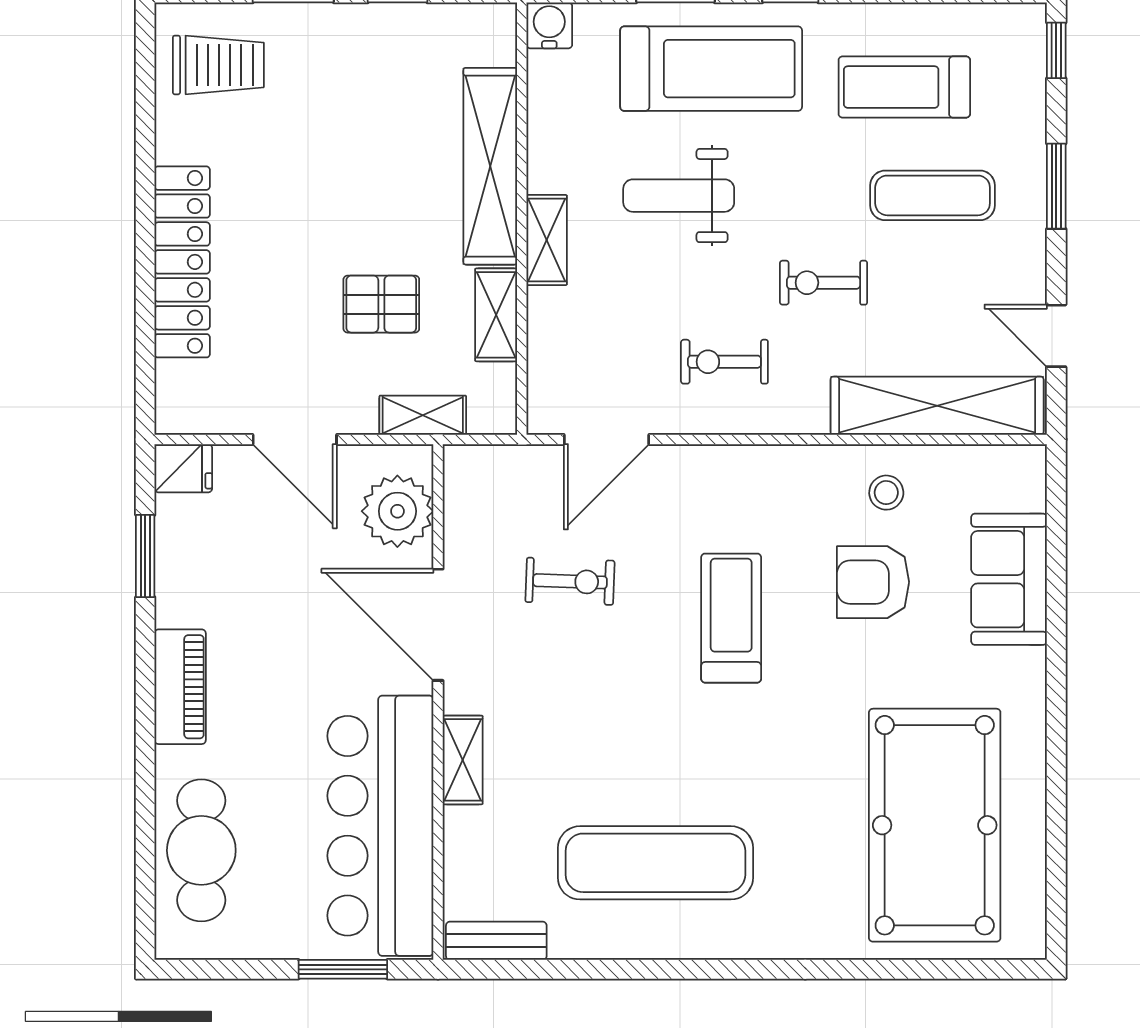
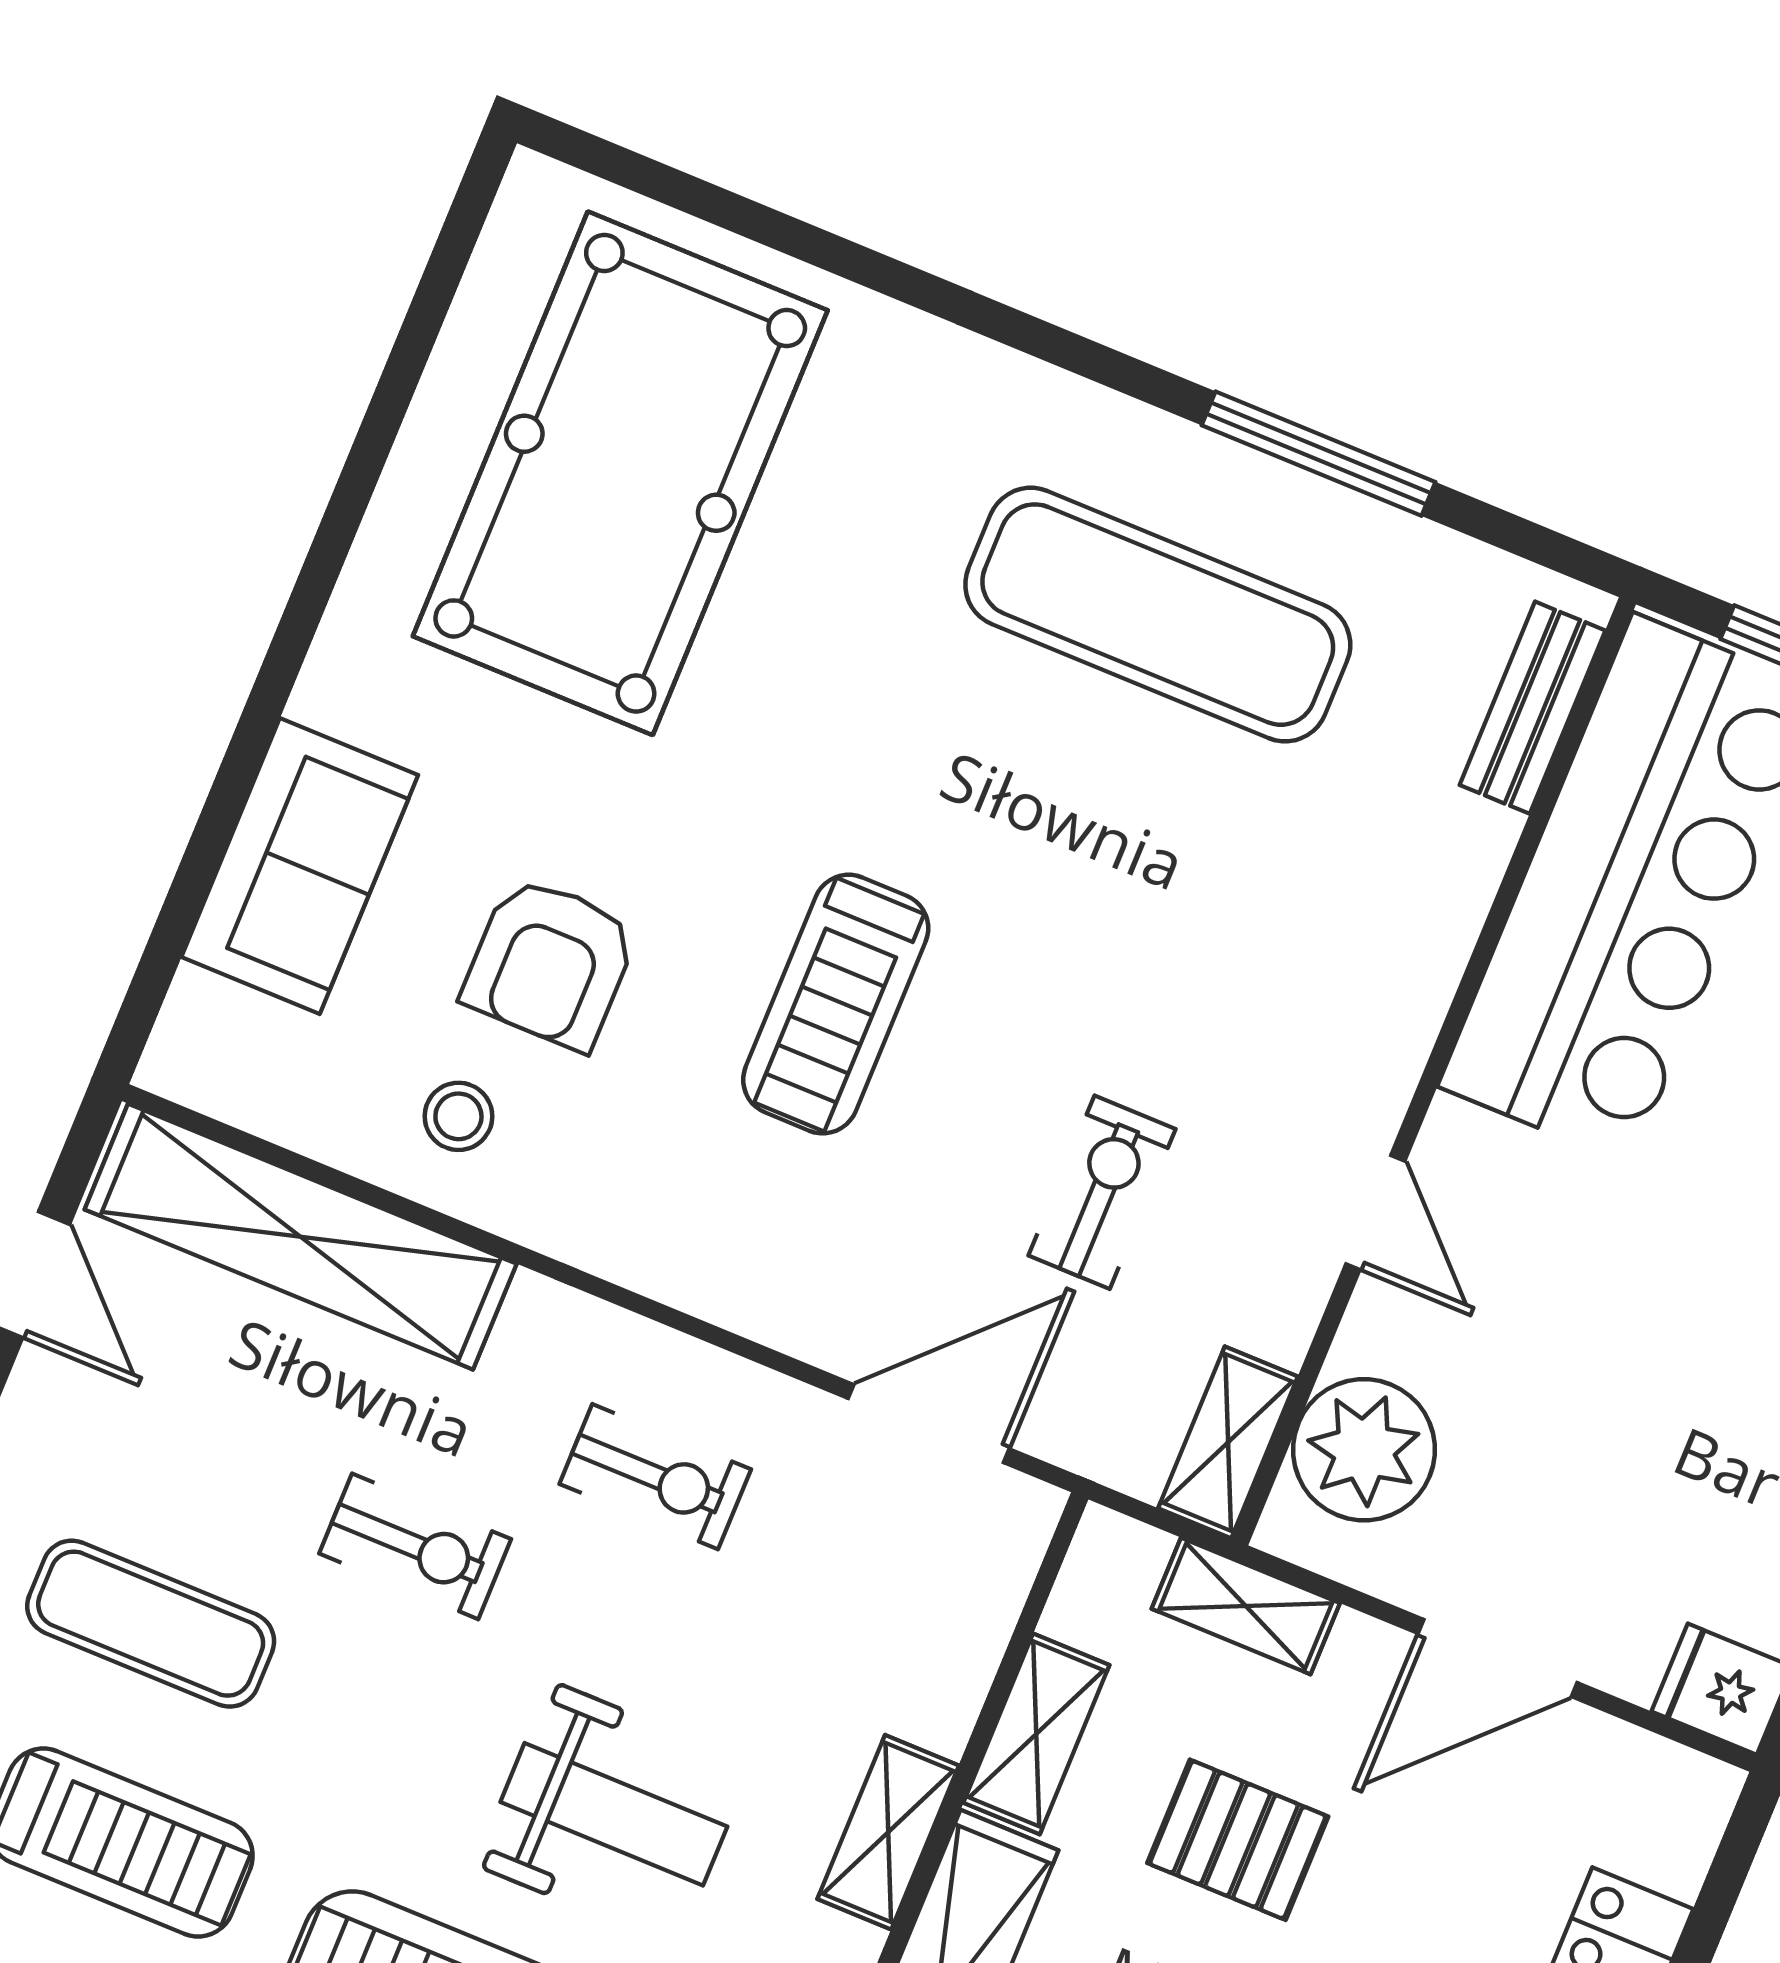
door: (295, 439) -> (1497, 1658), swing flipped
exercise bike: (570, 581) -> (1102, 1192), turned 88
armchair: (873, 582) -> (550, 963), turned 90
door: (438, 625) -> (1375, 1212), width x0.53
shelving: (463, 760) -> (1228, 1442), moved
bench: (496, 941) -> (1532, 708), moved, turned 90
window: (611, 969) -> (1318, 454), added

